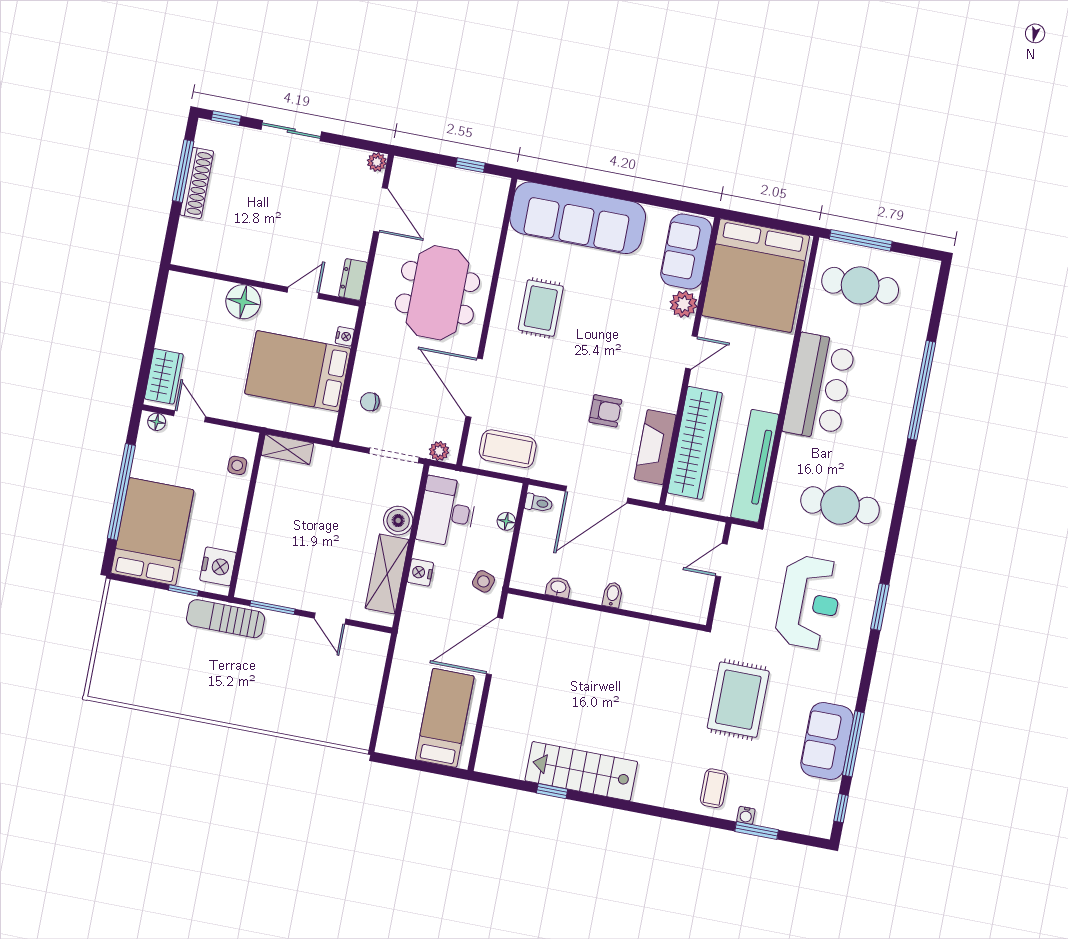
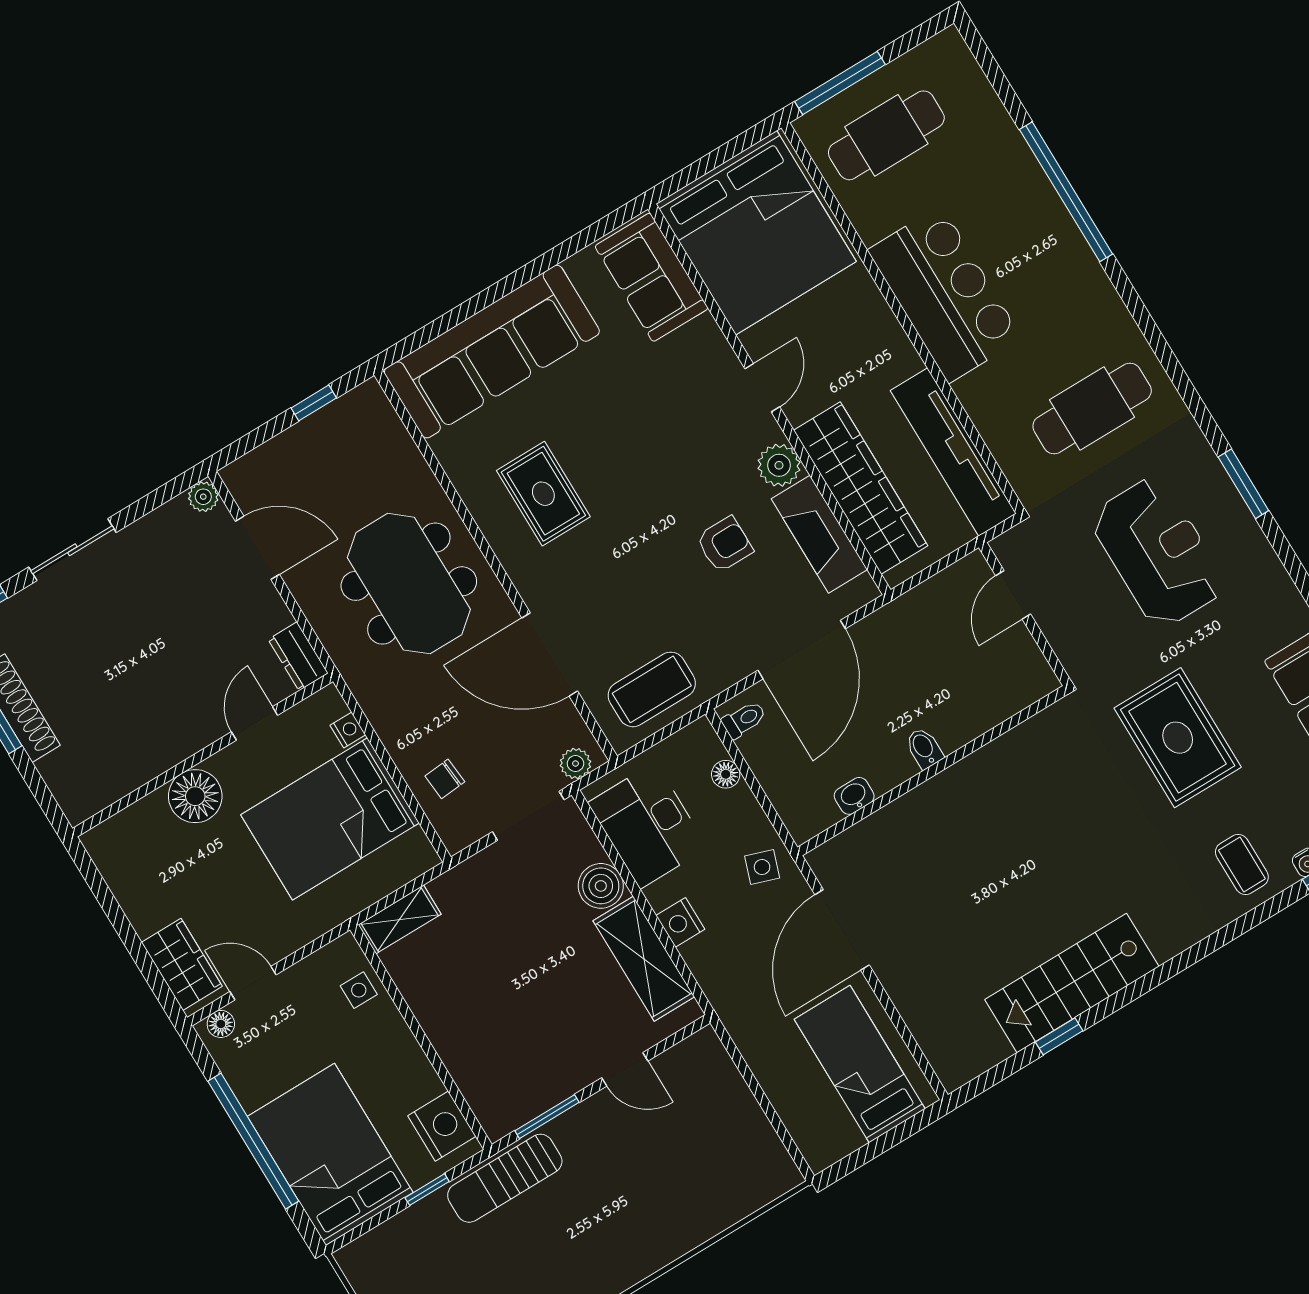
plant: (684, 304) -> (779, 465), moved

